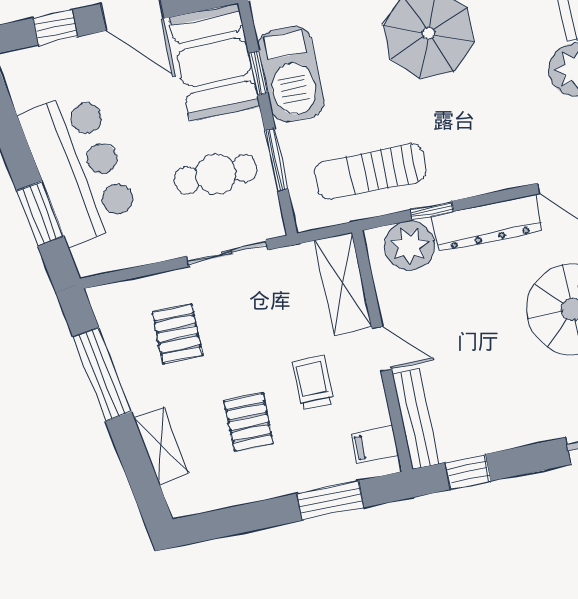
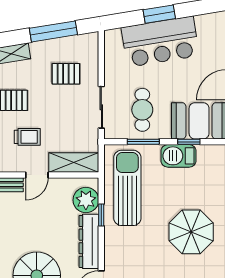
barbecue: (291, 74) -> (179, 156), width x0.73, depth x0.83
sun lounger: (370, 172) -> (127, 188), width x1.36, depth x1.34
window: (40, 213) -> (159, 14), moved

